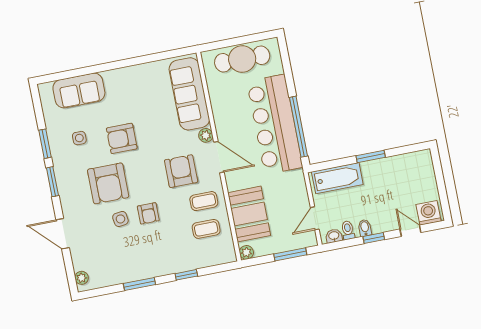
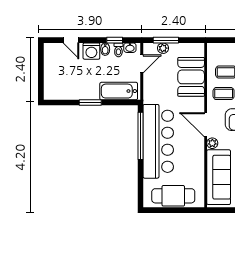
washing machine: (429, 213) -> (91, 51), moved
window: (374, 238) -> (115, 40), moved
plant: (246, 252) -> (163, 48), moved

